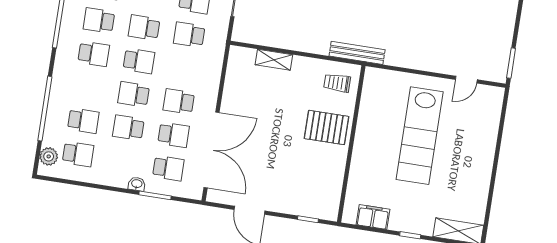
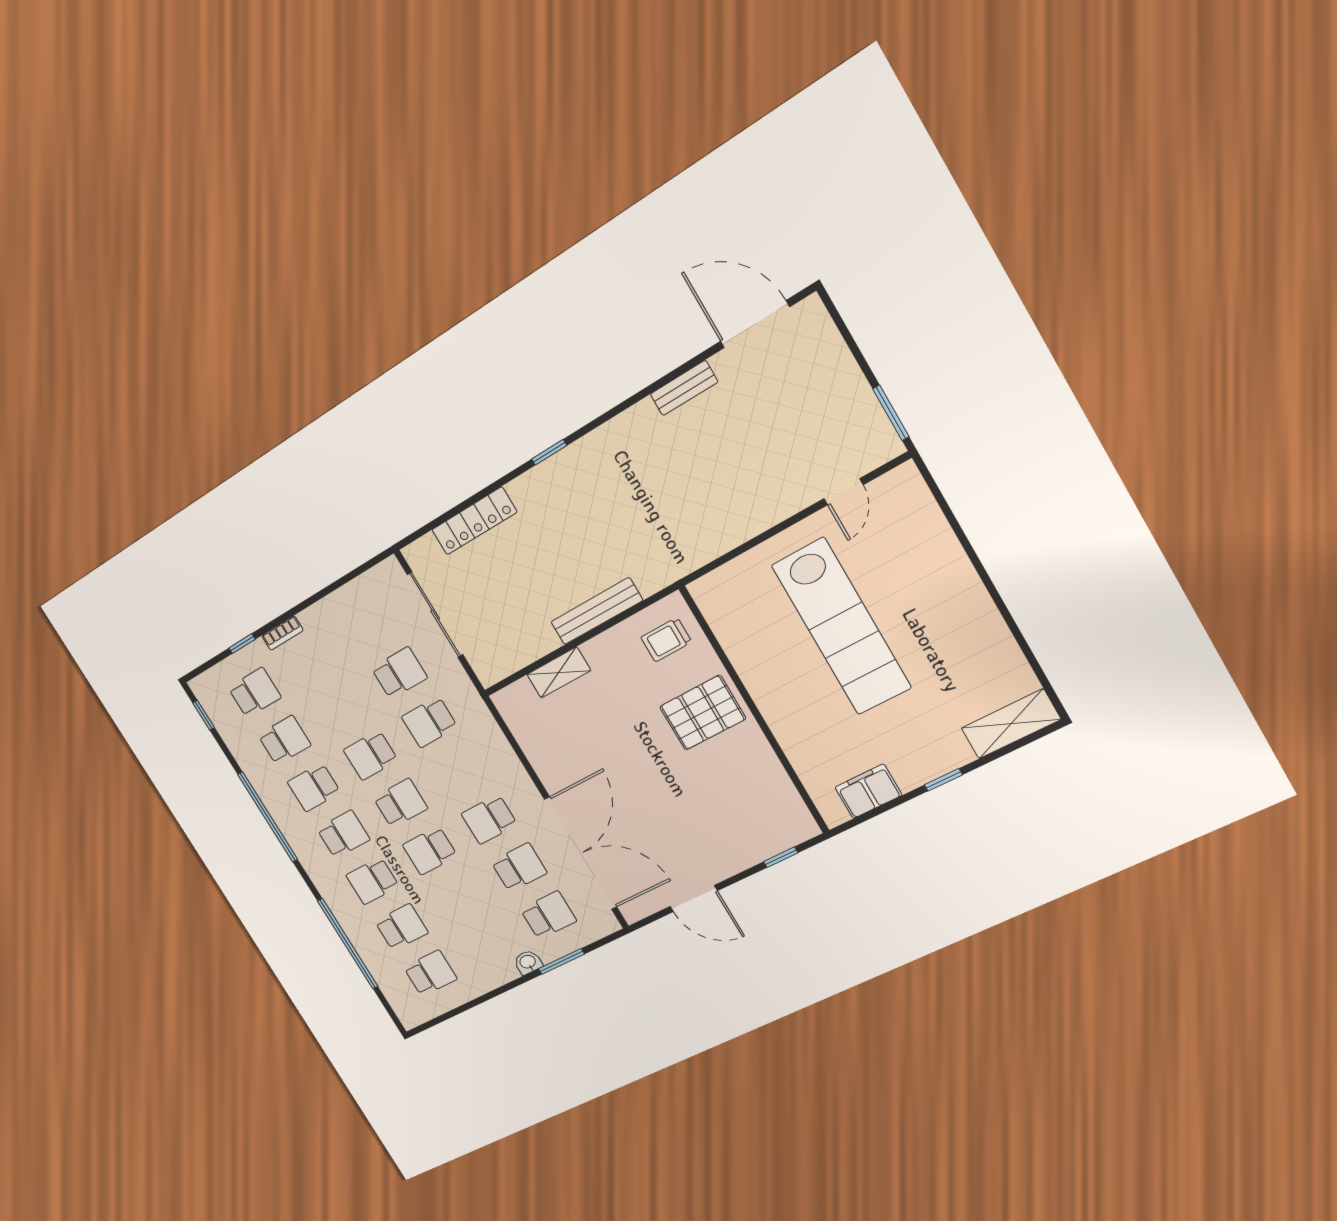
bench: (357, 53) -> (597, 611), moved
school desk: (128, 128) -> (372, 881), moved
plant: (49, 156) -> (401, 1000), removed

